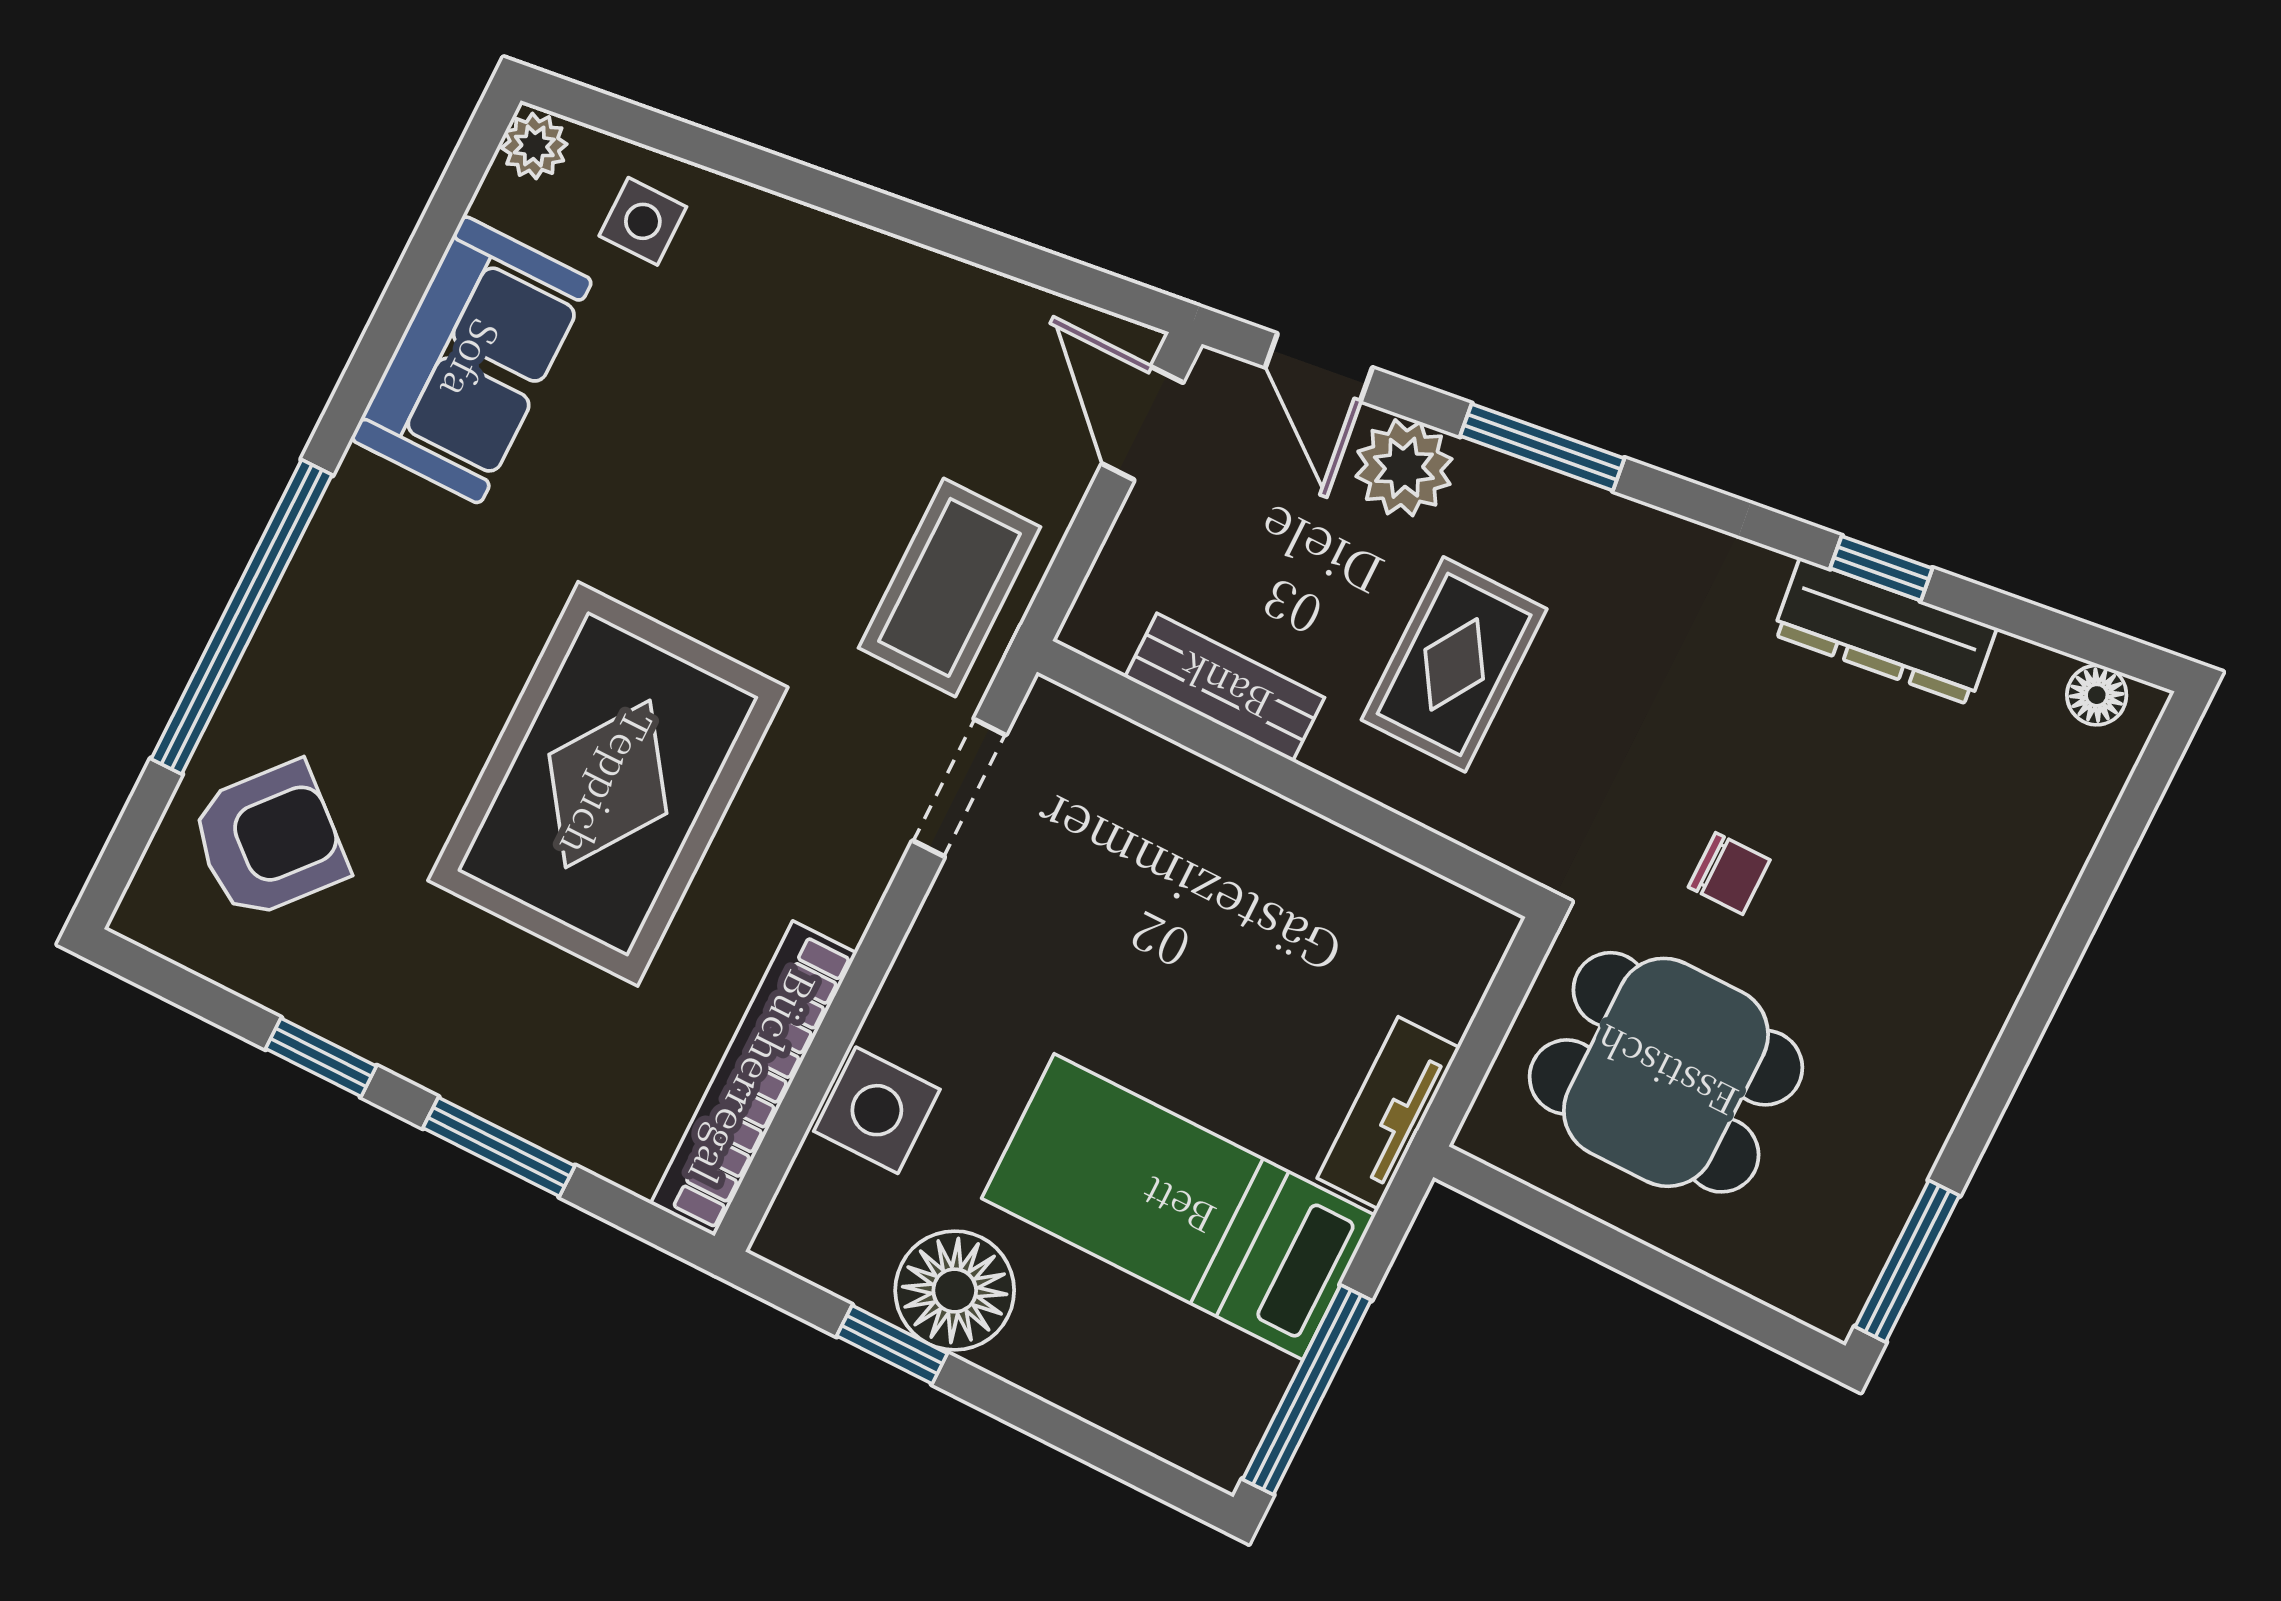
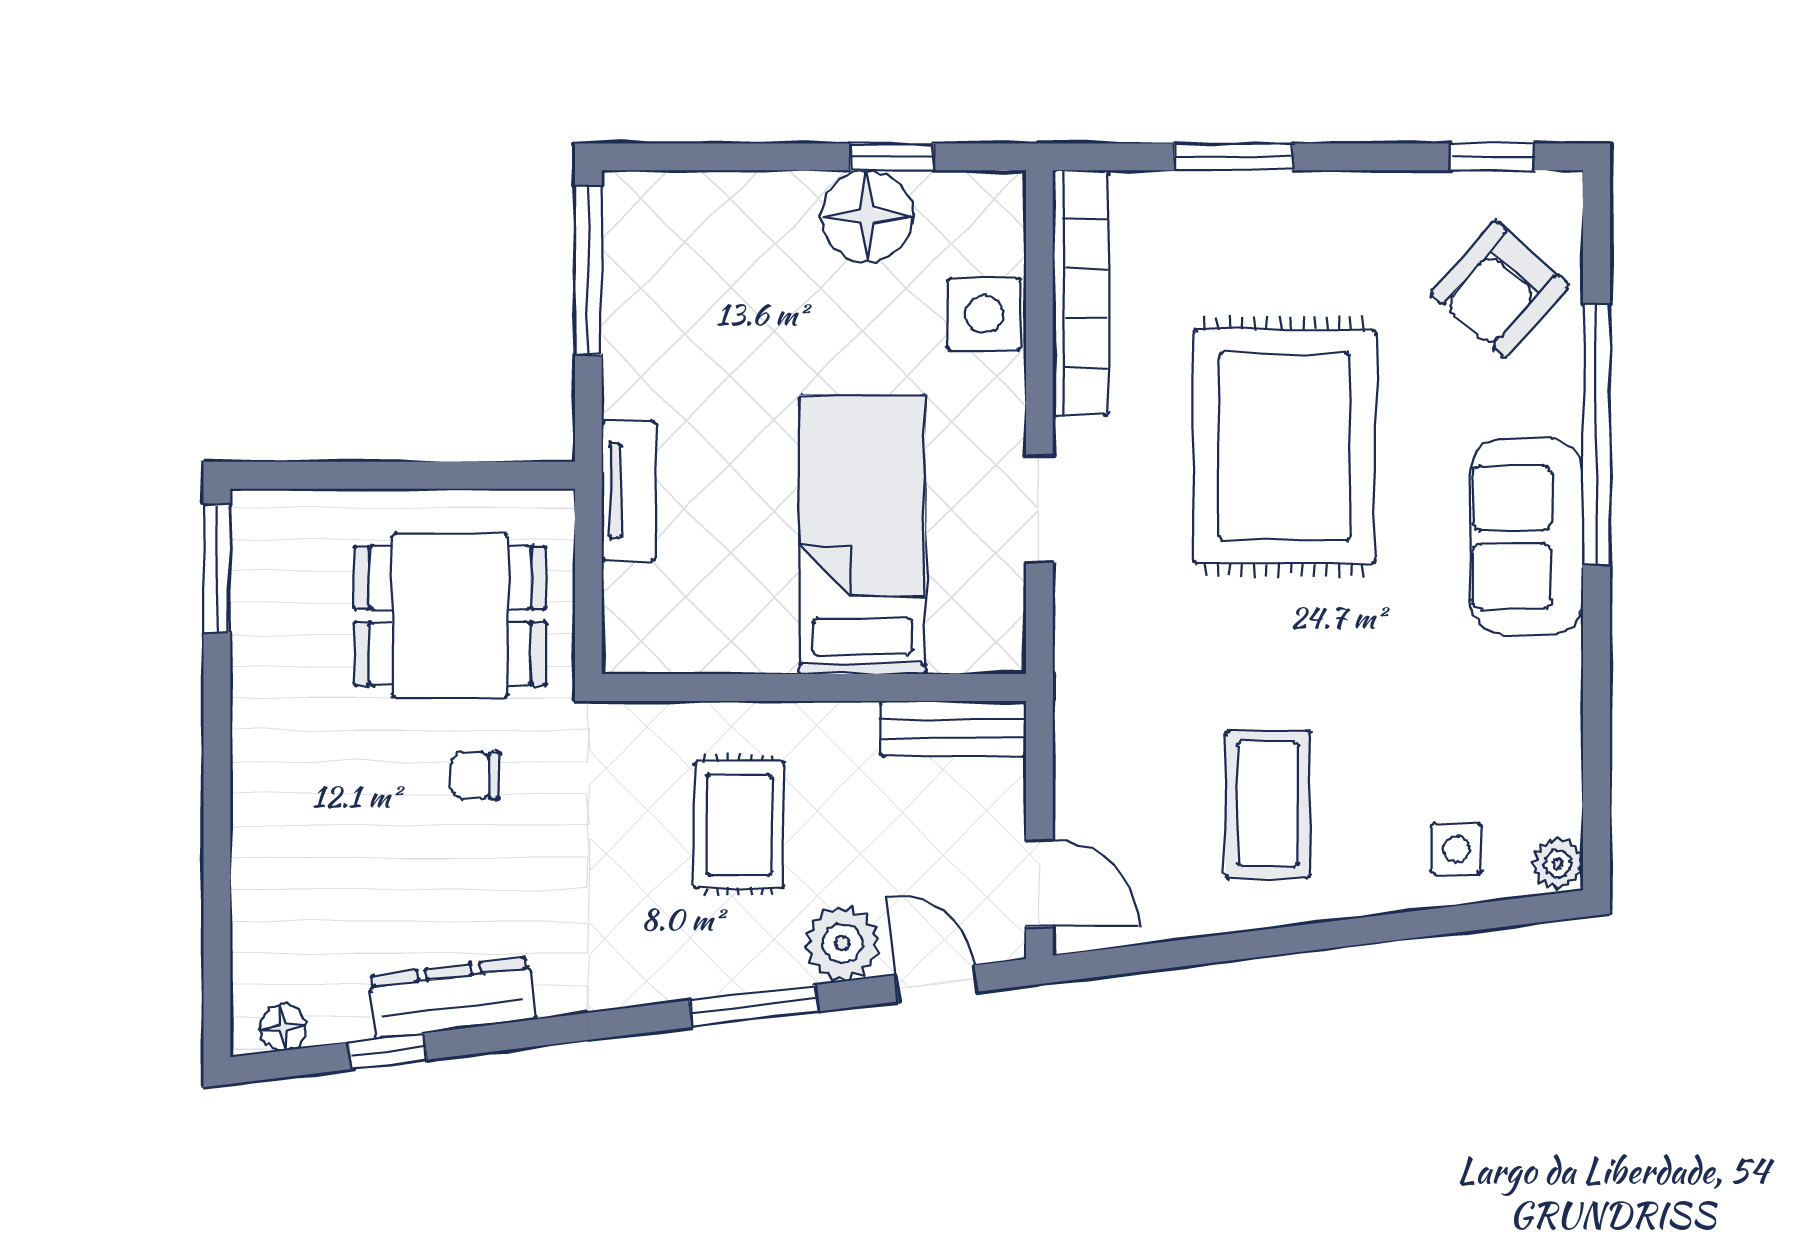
sofa: (472, 360) -> (1527, 537), moved
window: (1881, 568) -> (388, 1051), moved
coffee table: (950, 587) -> (1268, 804), moved
bench: (1225, 687) -> (953, 729), moved
doorway: (959, 788) -> (1039, 509), moved
window: (321, 1057) -> (1492, 157), moved
bed: (1178, 1207) -> (862, 535), moved, turned -90

